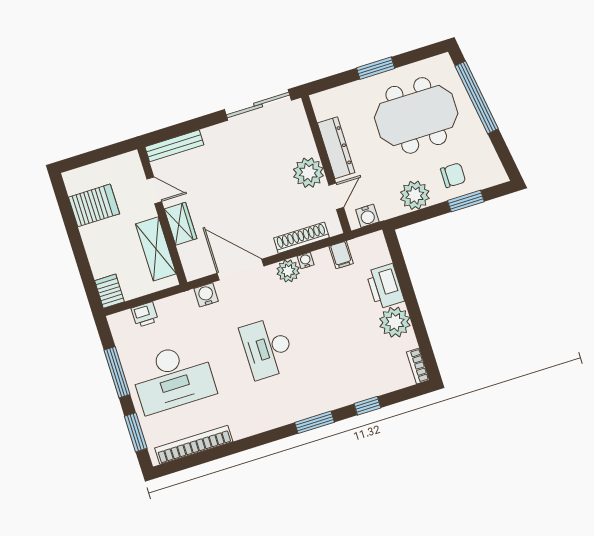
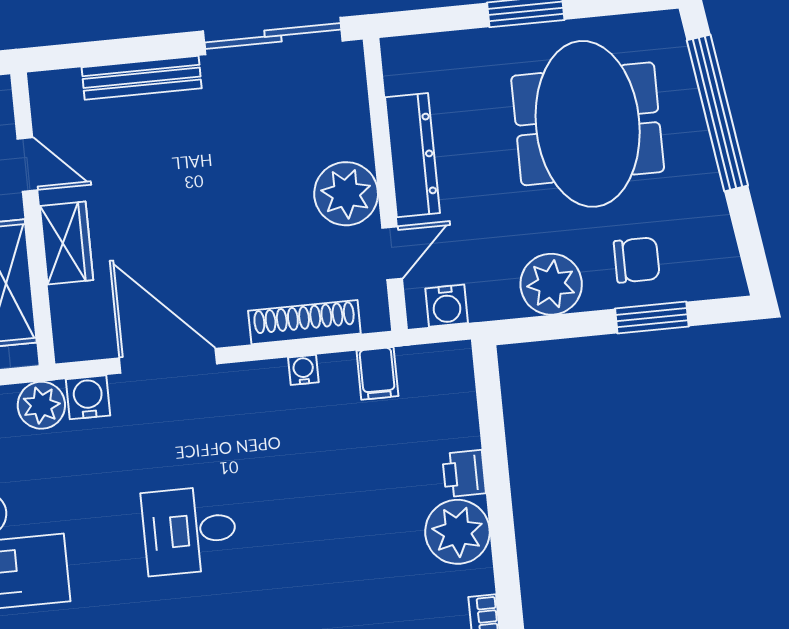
meeting table: (416, 115) -> (588, 124), turned 90
bench: (174, 146) -> (142, 78), moved
plant: (288, 271) -> (41, 405), moved
printer: (385, 286) -> (464, 474), width x0.53, depth x0.68
desk: (268, 348) -> (190, 530), width x0.73

